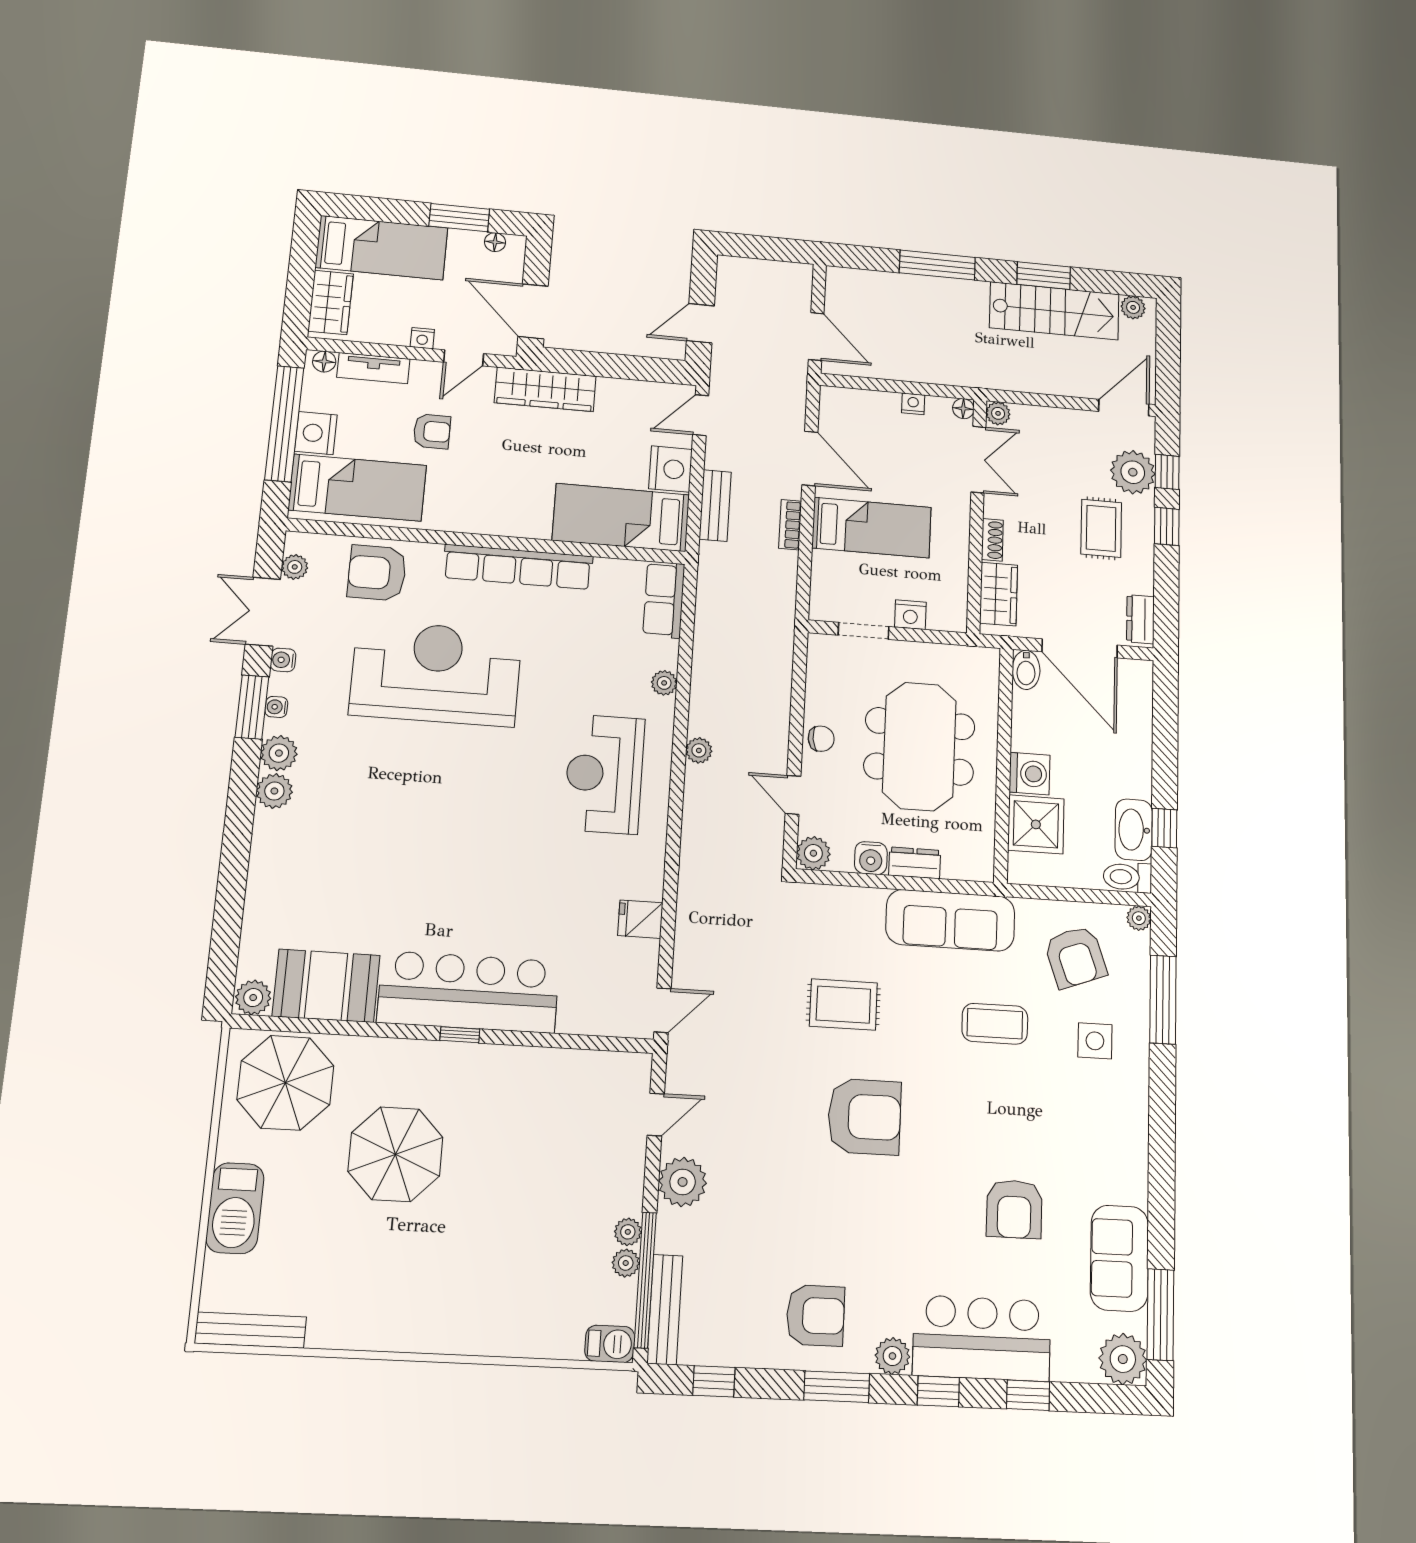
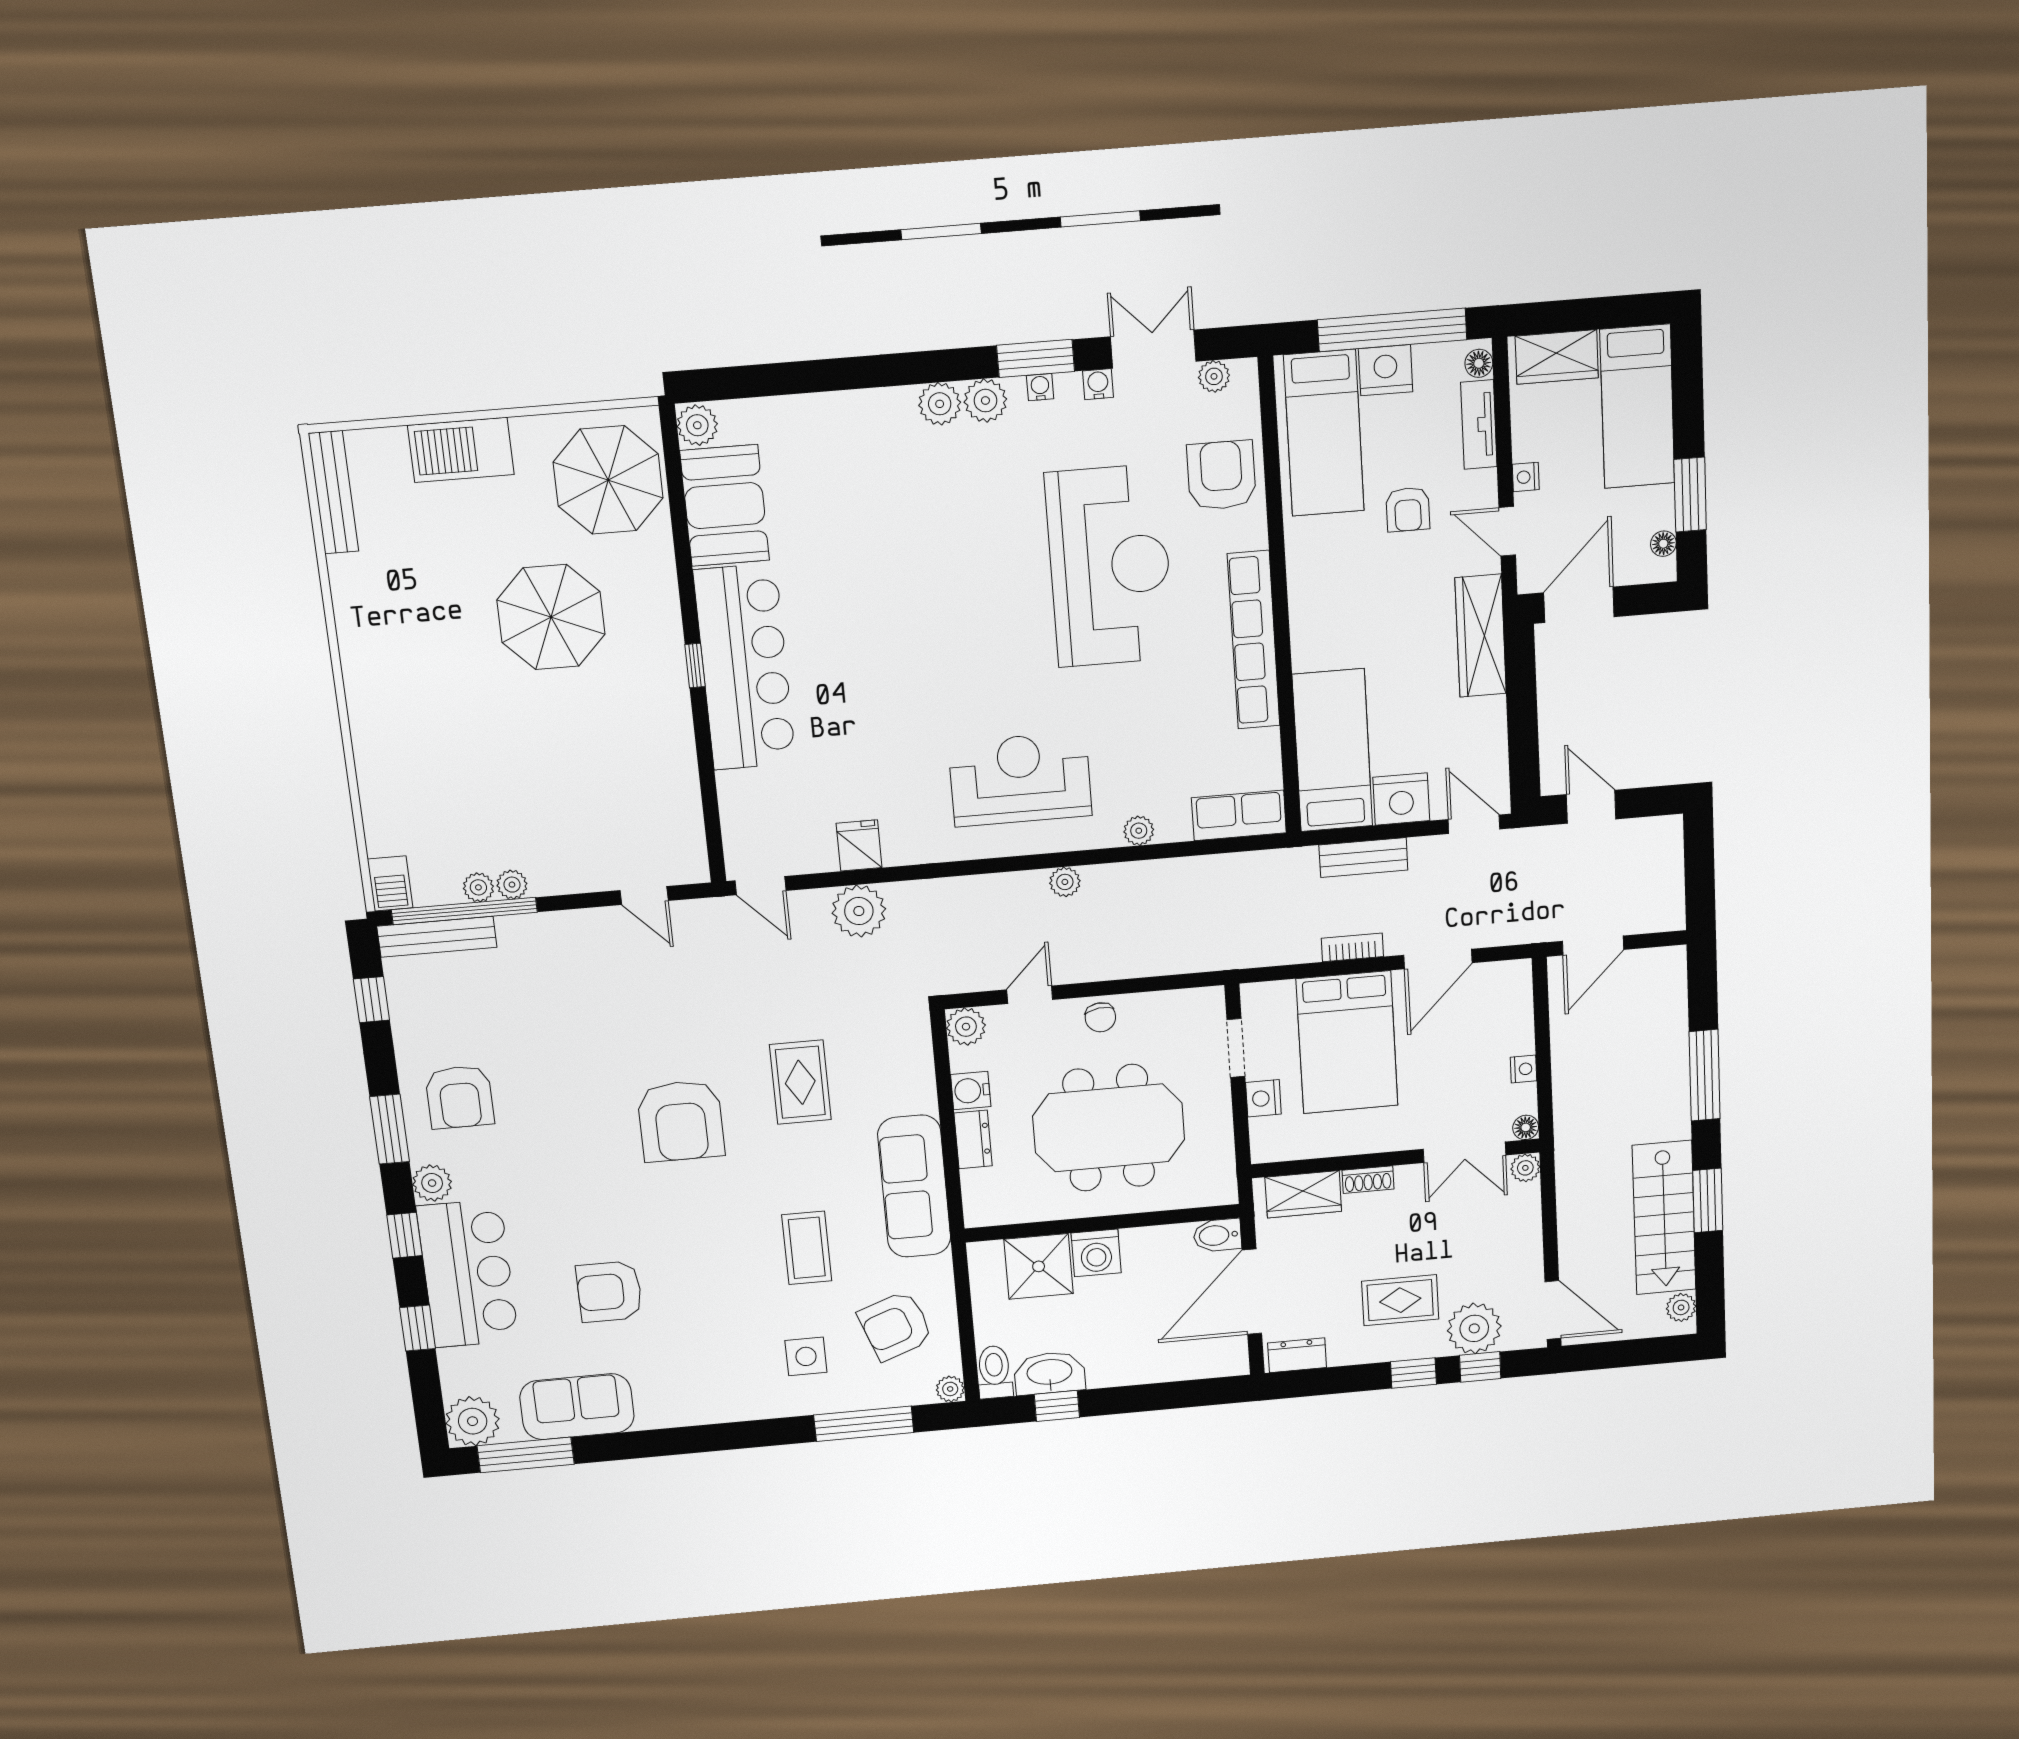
bed: (872, 528) -> (1347, 1042), width x1.50
plant: (683, 1182) -> (859, 911), moved

